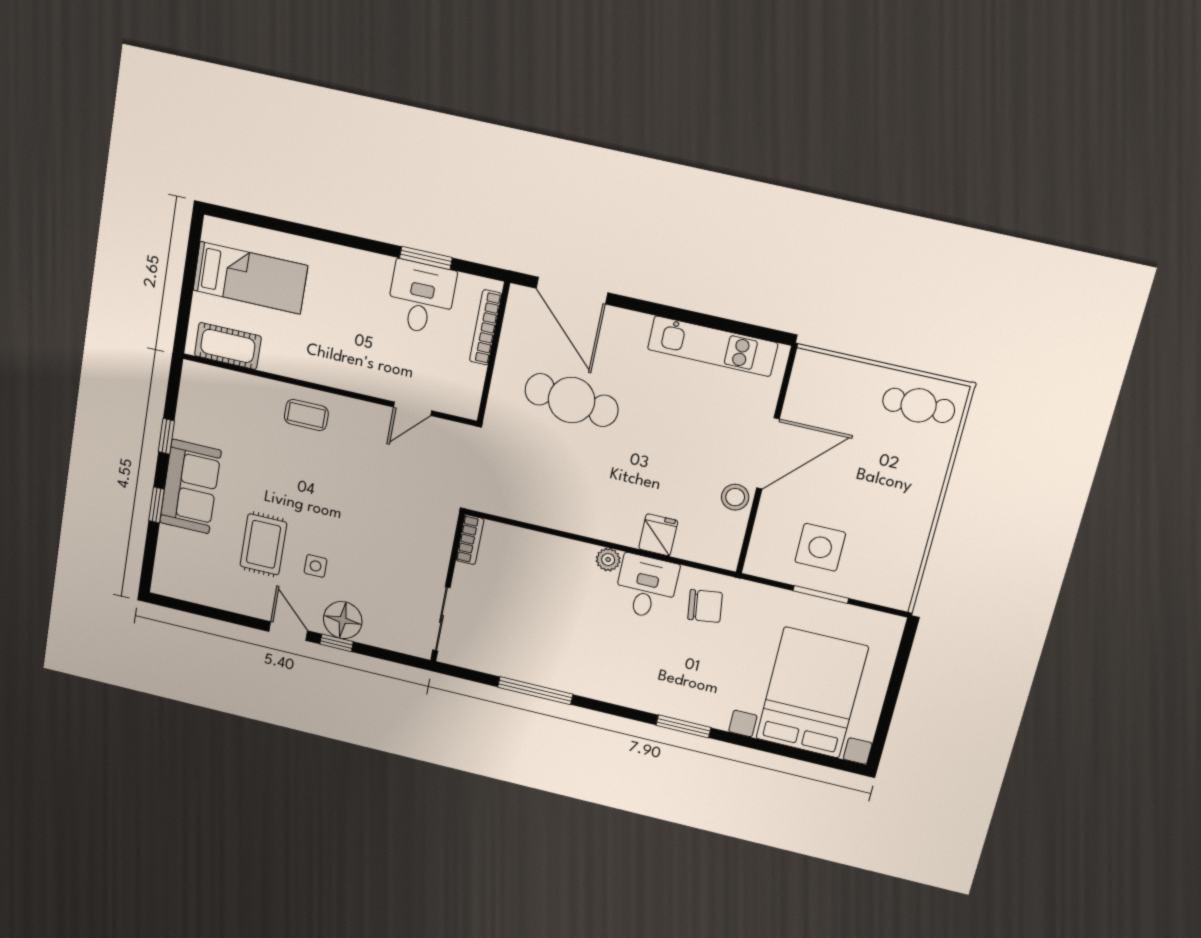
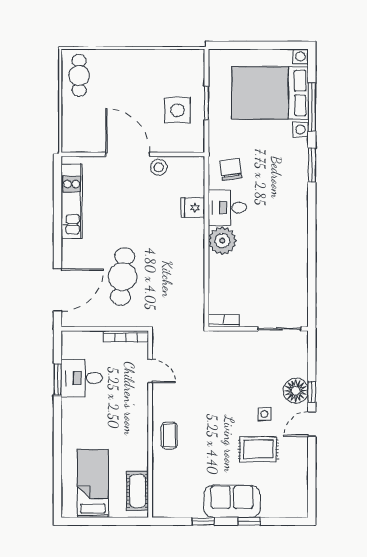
bookcase: (486, 327) -> (126, 336), moved
plant: (608, 560) -> (222, 241), width x1.88, depth x1.88
window: (535, 691) -> (312, 107), moved

